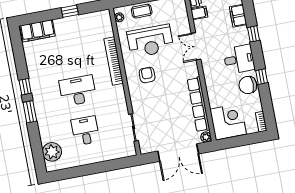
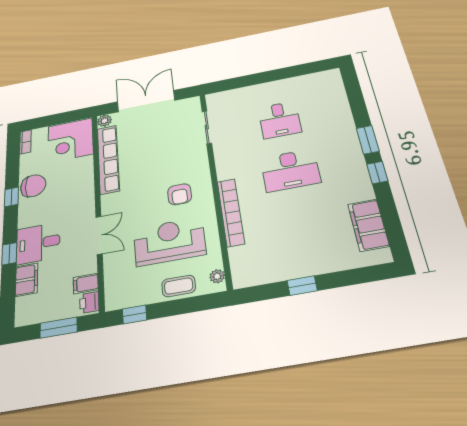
filing cabinet: (38, 31) -> (368, 225), moved, turned -90
desk: (239, 59) -> (38, 243), moved
plant: (52, 152) -> (331, 92), removed

